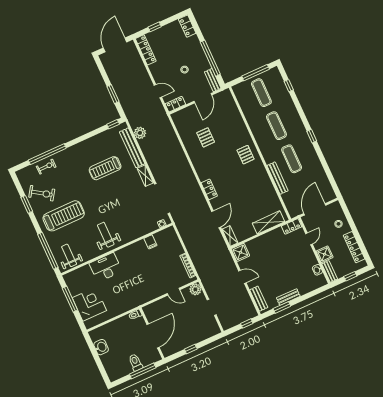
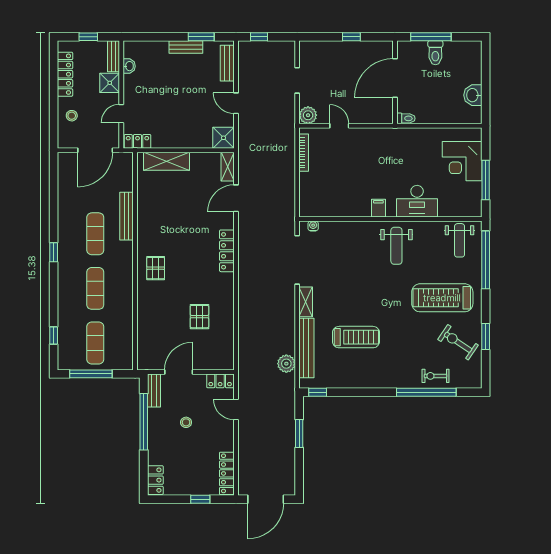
locker: (209, 189) -> (227, 251), width x1.53
filing cabinet: (150, 242) -> (378, 208), moved

